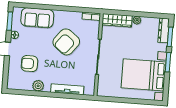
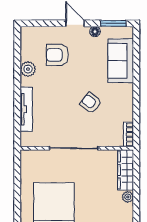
armchair: (66, 42) -> (91, 103), width x0.53, depth x0.53
armchair: (29, 64) -> (57, 55), turned -90

